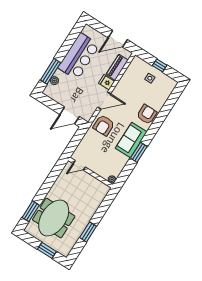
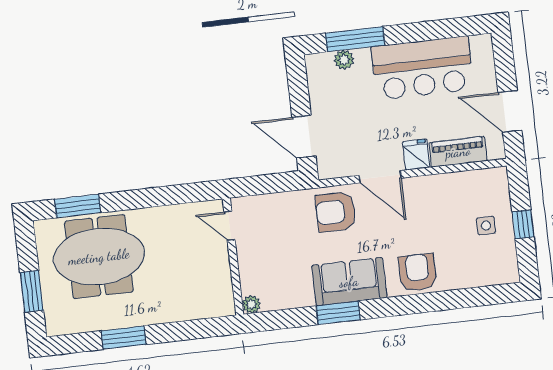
armchair: (147, 114) -> (417, 272), turned -90

